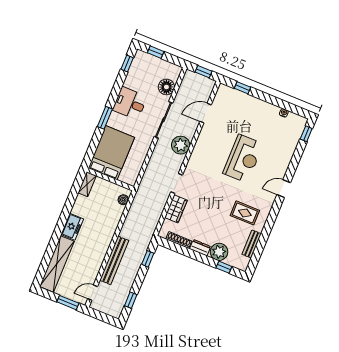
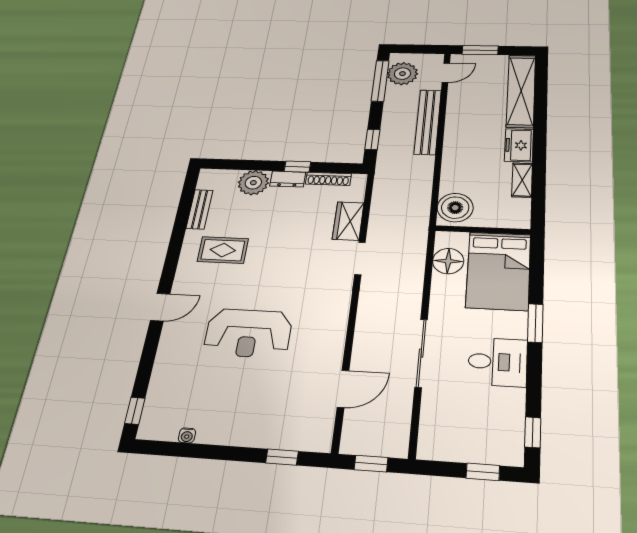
floor lamp: (166, 87) -> (448, 261), moved
plant: (181, 145) -> (402, 74), moved
reception desk: (243, 159) -> (248, 333), turned -90
shelving: (87, 184) -> (522, 180), moved
boiler: (123, 200) -> (455, 208), width x1.86, depth x1.86
window: (224, 267) -> (297, 167), moved
window: (131, 300) -> (380, 81), width x2.17

